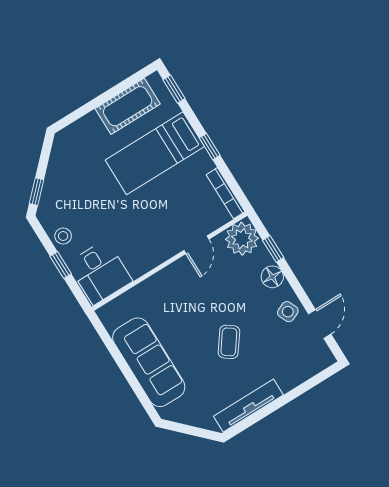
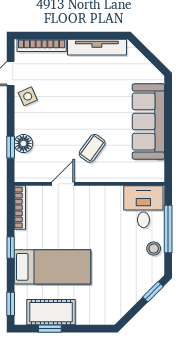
window: (118, 89) -> (50, 329), added
plant: (242, 239) -> (28, 168), removed
window: (61, 265) -> (168, 229), width x2.17
floor lamp: (272, 277) -> (23, 143), moved
coffee table: (229, 342) -> (92, 148), moved
bookcase: (306, 372) -> (42, 45), added

